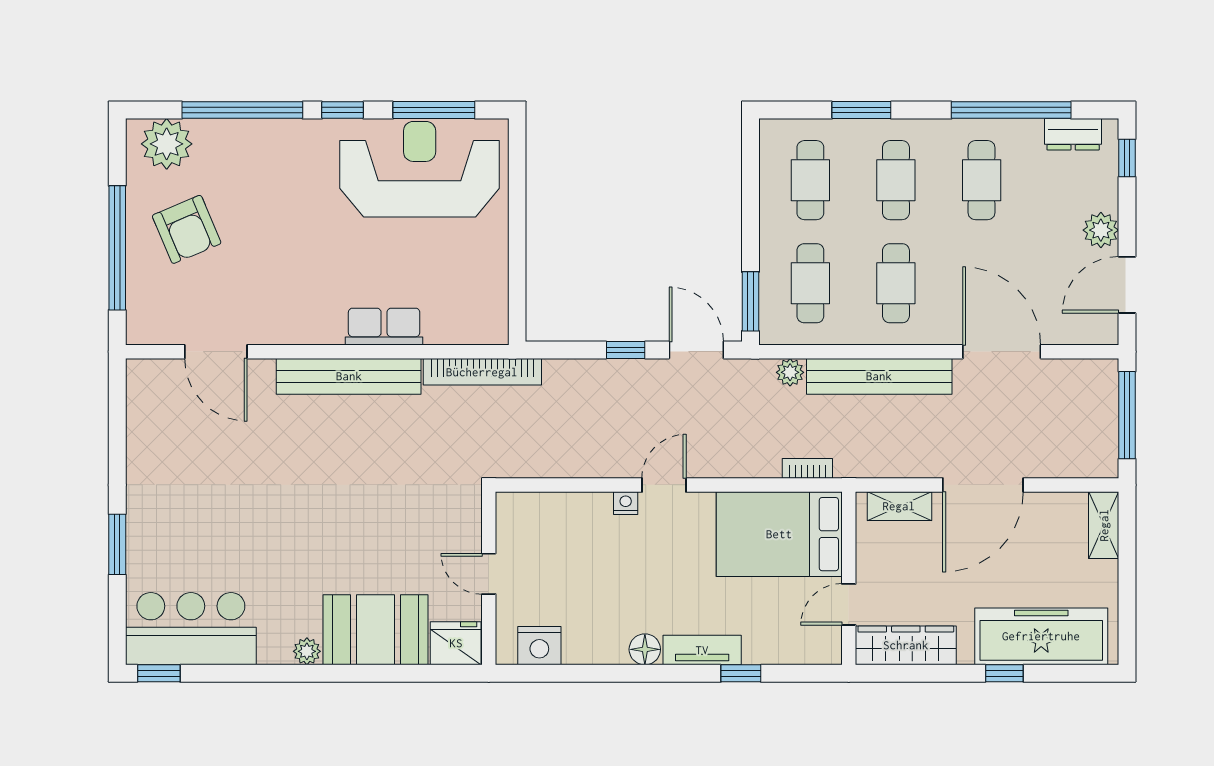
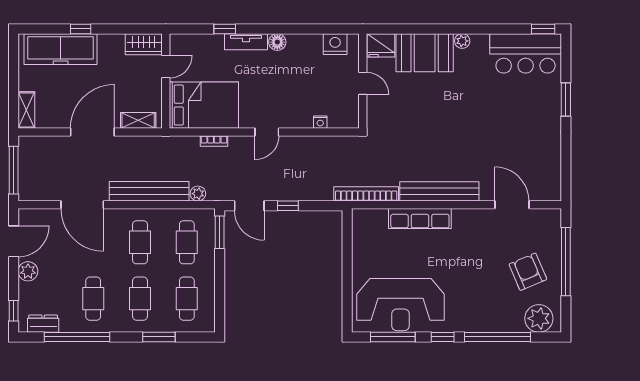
row of seats: (384, 327) -> (420, 219), width x1.48
bookcase: (807, 468) -> (214, 141), moved
nightstand: (626, 503) -> (320, 122), moved
wardrobe: (906, 645) -> (144, 44), width x0.67

